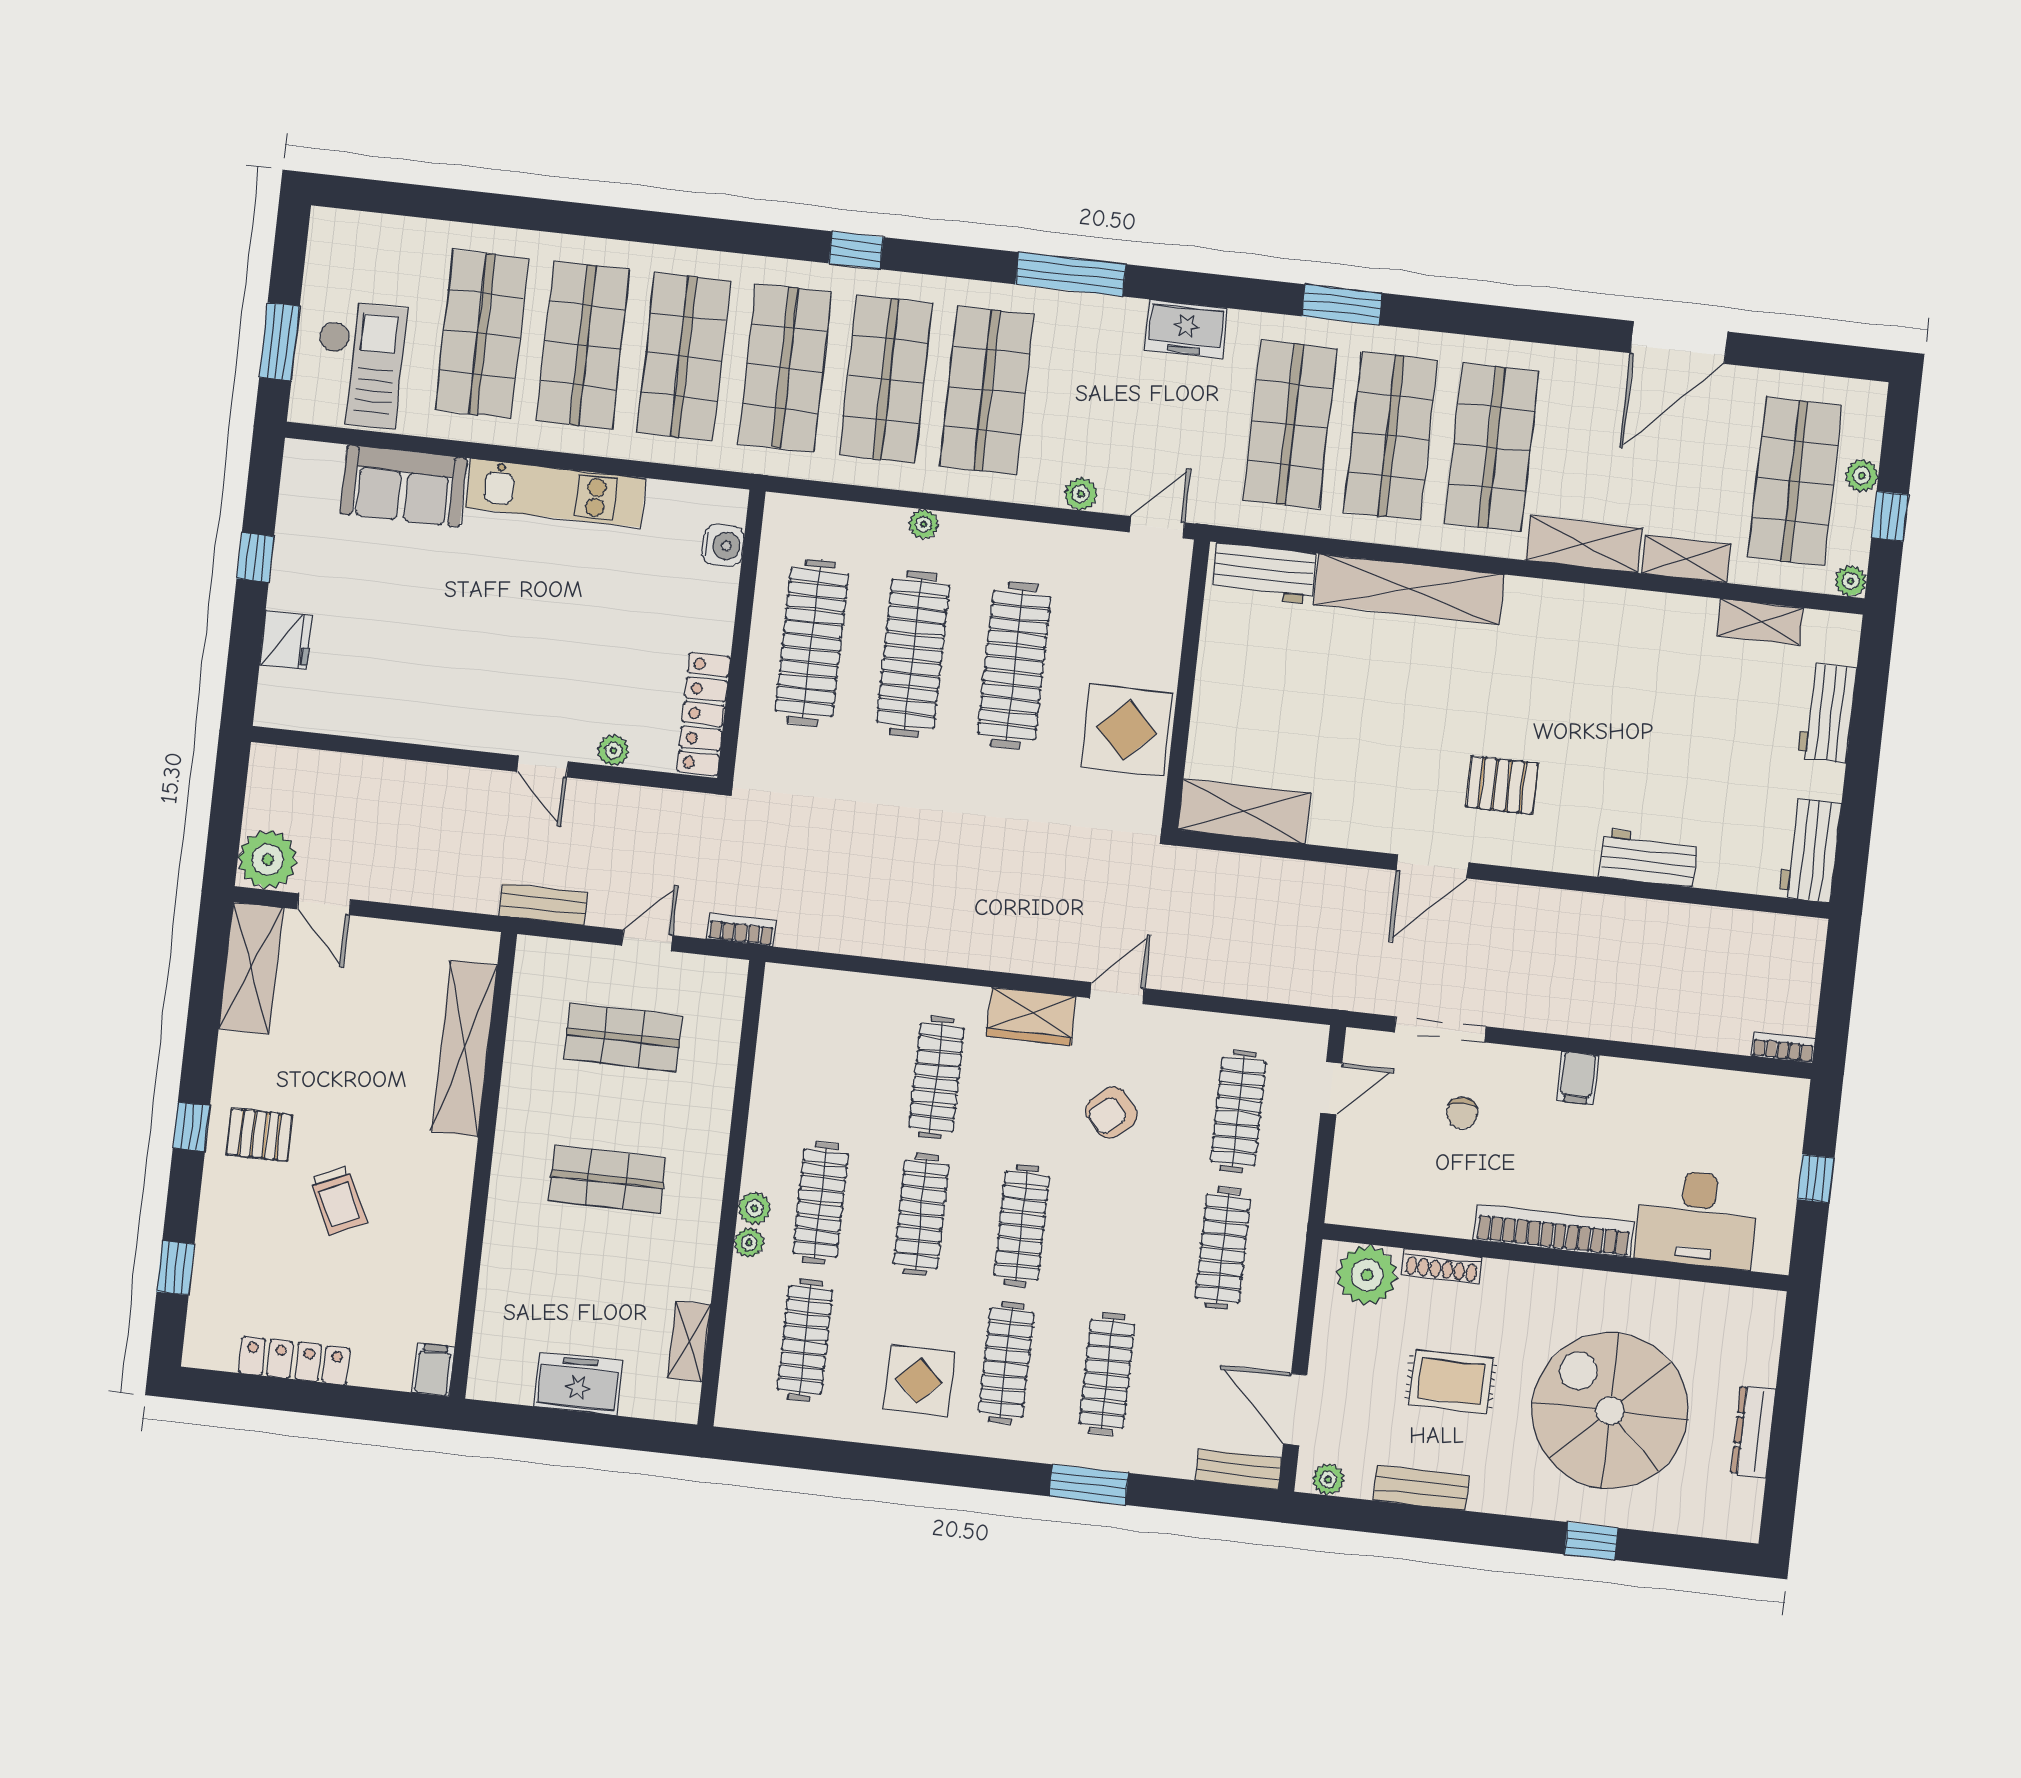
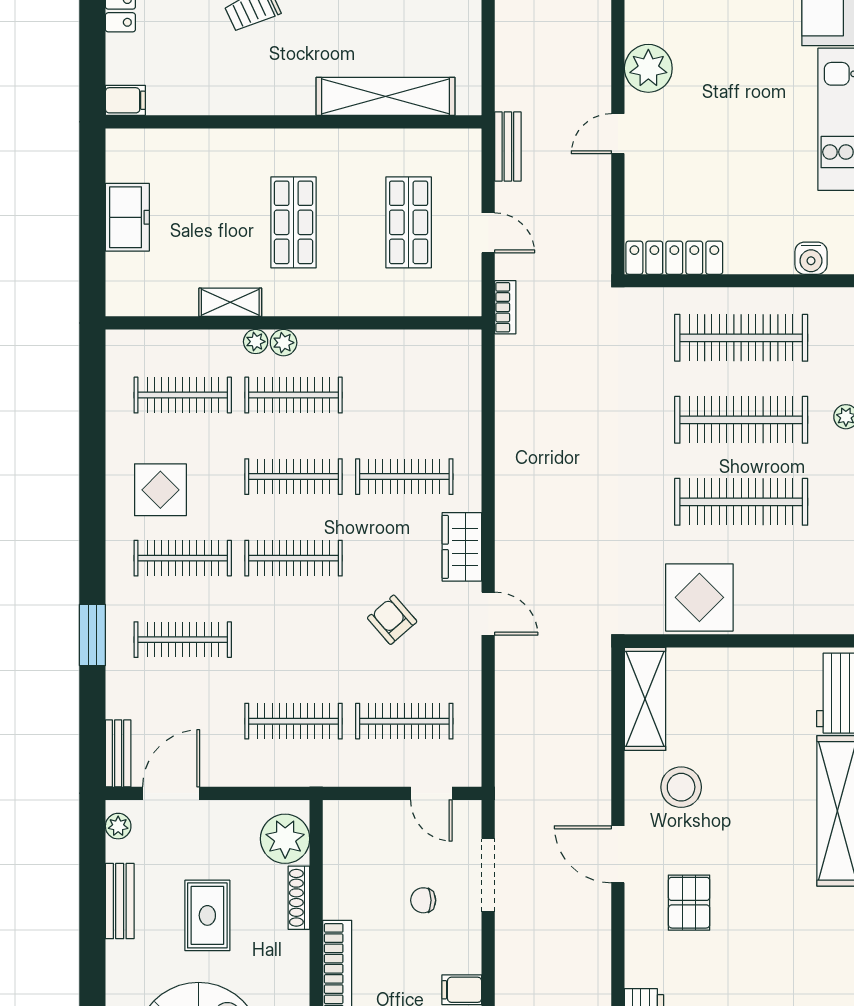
plant: (613, 750) -> (648, 68), moved, width x1.88, depth x1.88
stool: (1358, 779) -> (681, 787), added
shelving: (689, 1341) -> (230, 302), moved

